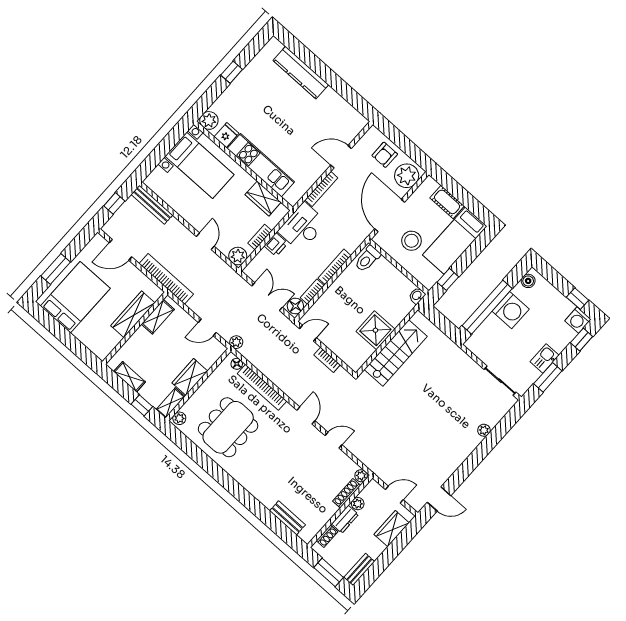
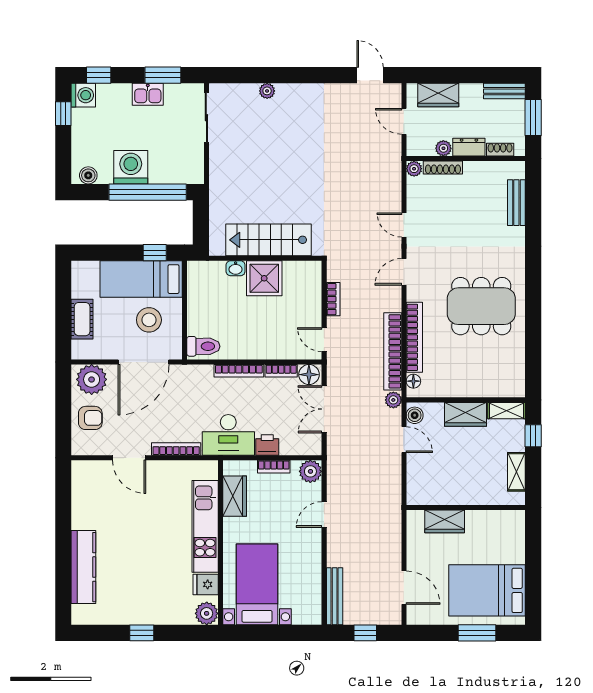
bed: (455, 241) -> (141, 279), moved, turned 180
bookcase: (166, 279) -> (393, 351), moved
washbasin: (417, 296) -> (236, 268), moved
wardrobe: (133, 314) -> (445, 521), width x0.67
shelving: (158, 317) -> (436, 496), removed
boiler: (216, 347) -> (415, 415), added
plant: (179, 418) -> (514, 389), removed
dining table: (228, 427) -> (481, 306), moved

